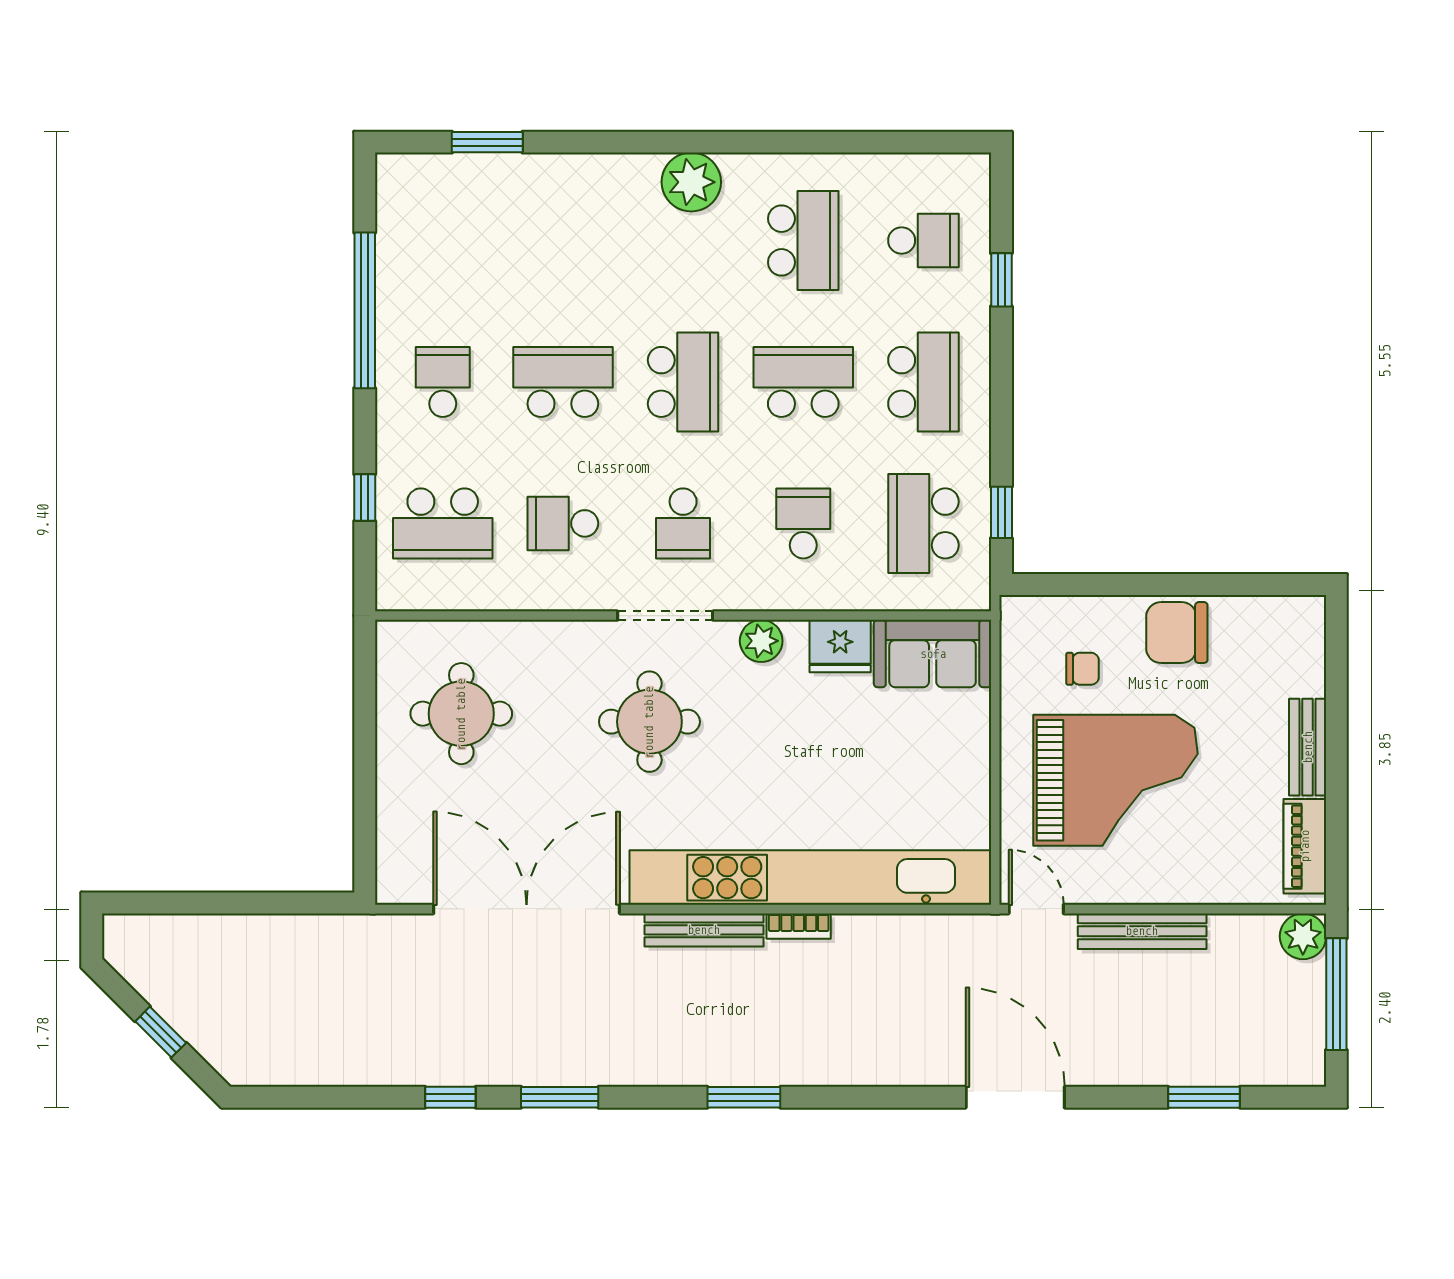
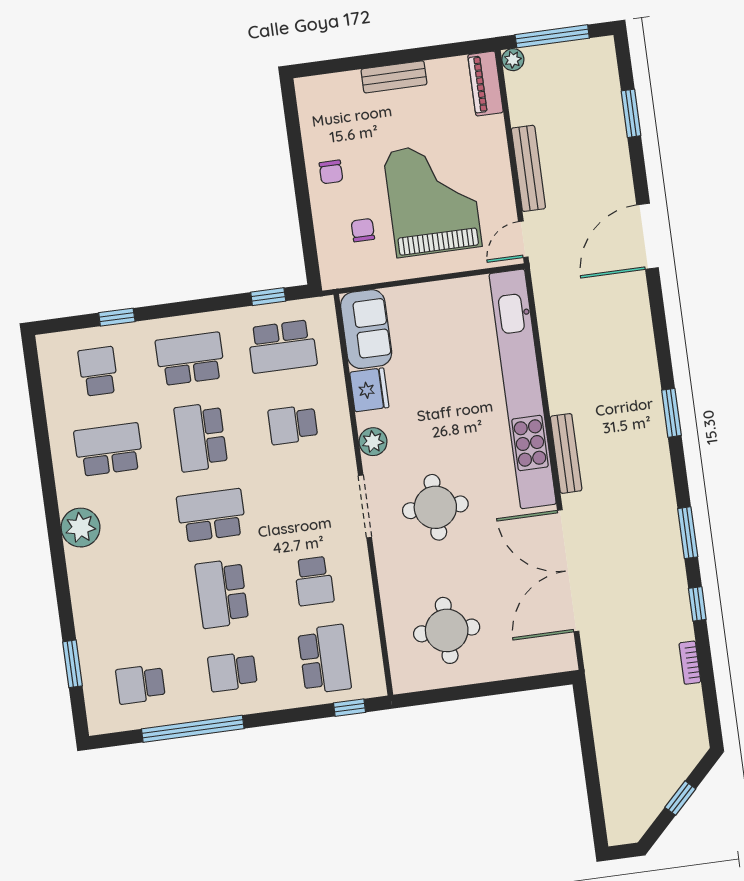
window: (365, 498) -> (350, 708), moved
school desk: (683, 523) -> (140, 684), moved, turned 180
chair: (1177, 633) -> (331, 172), width x0.54, depth x0.54
piano: (1305, 846) -> (486, 84), moved, turned 90
bookcase: (799, 926) -> (690, 663), moved, turned 180
plant: (1303, 936) -> (513, 60), width x0.73, depth x0.73

